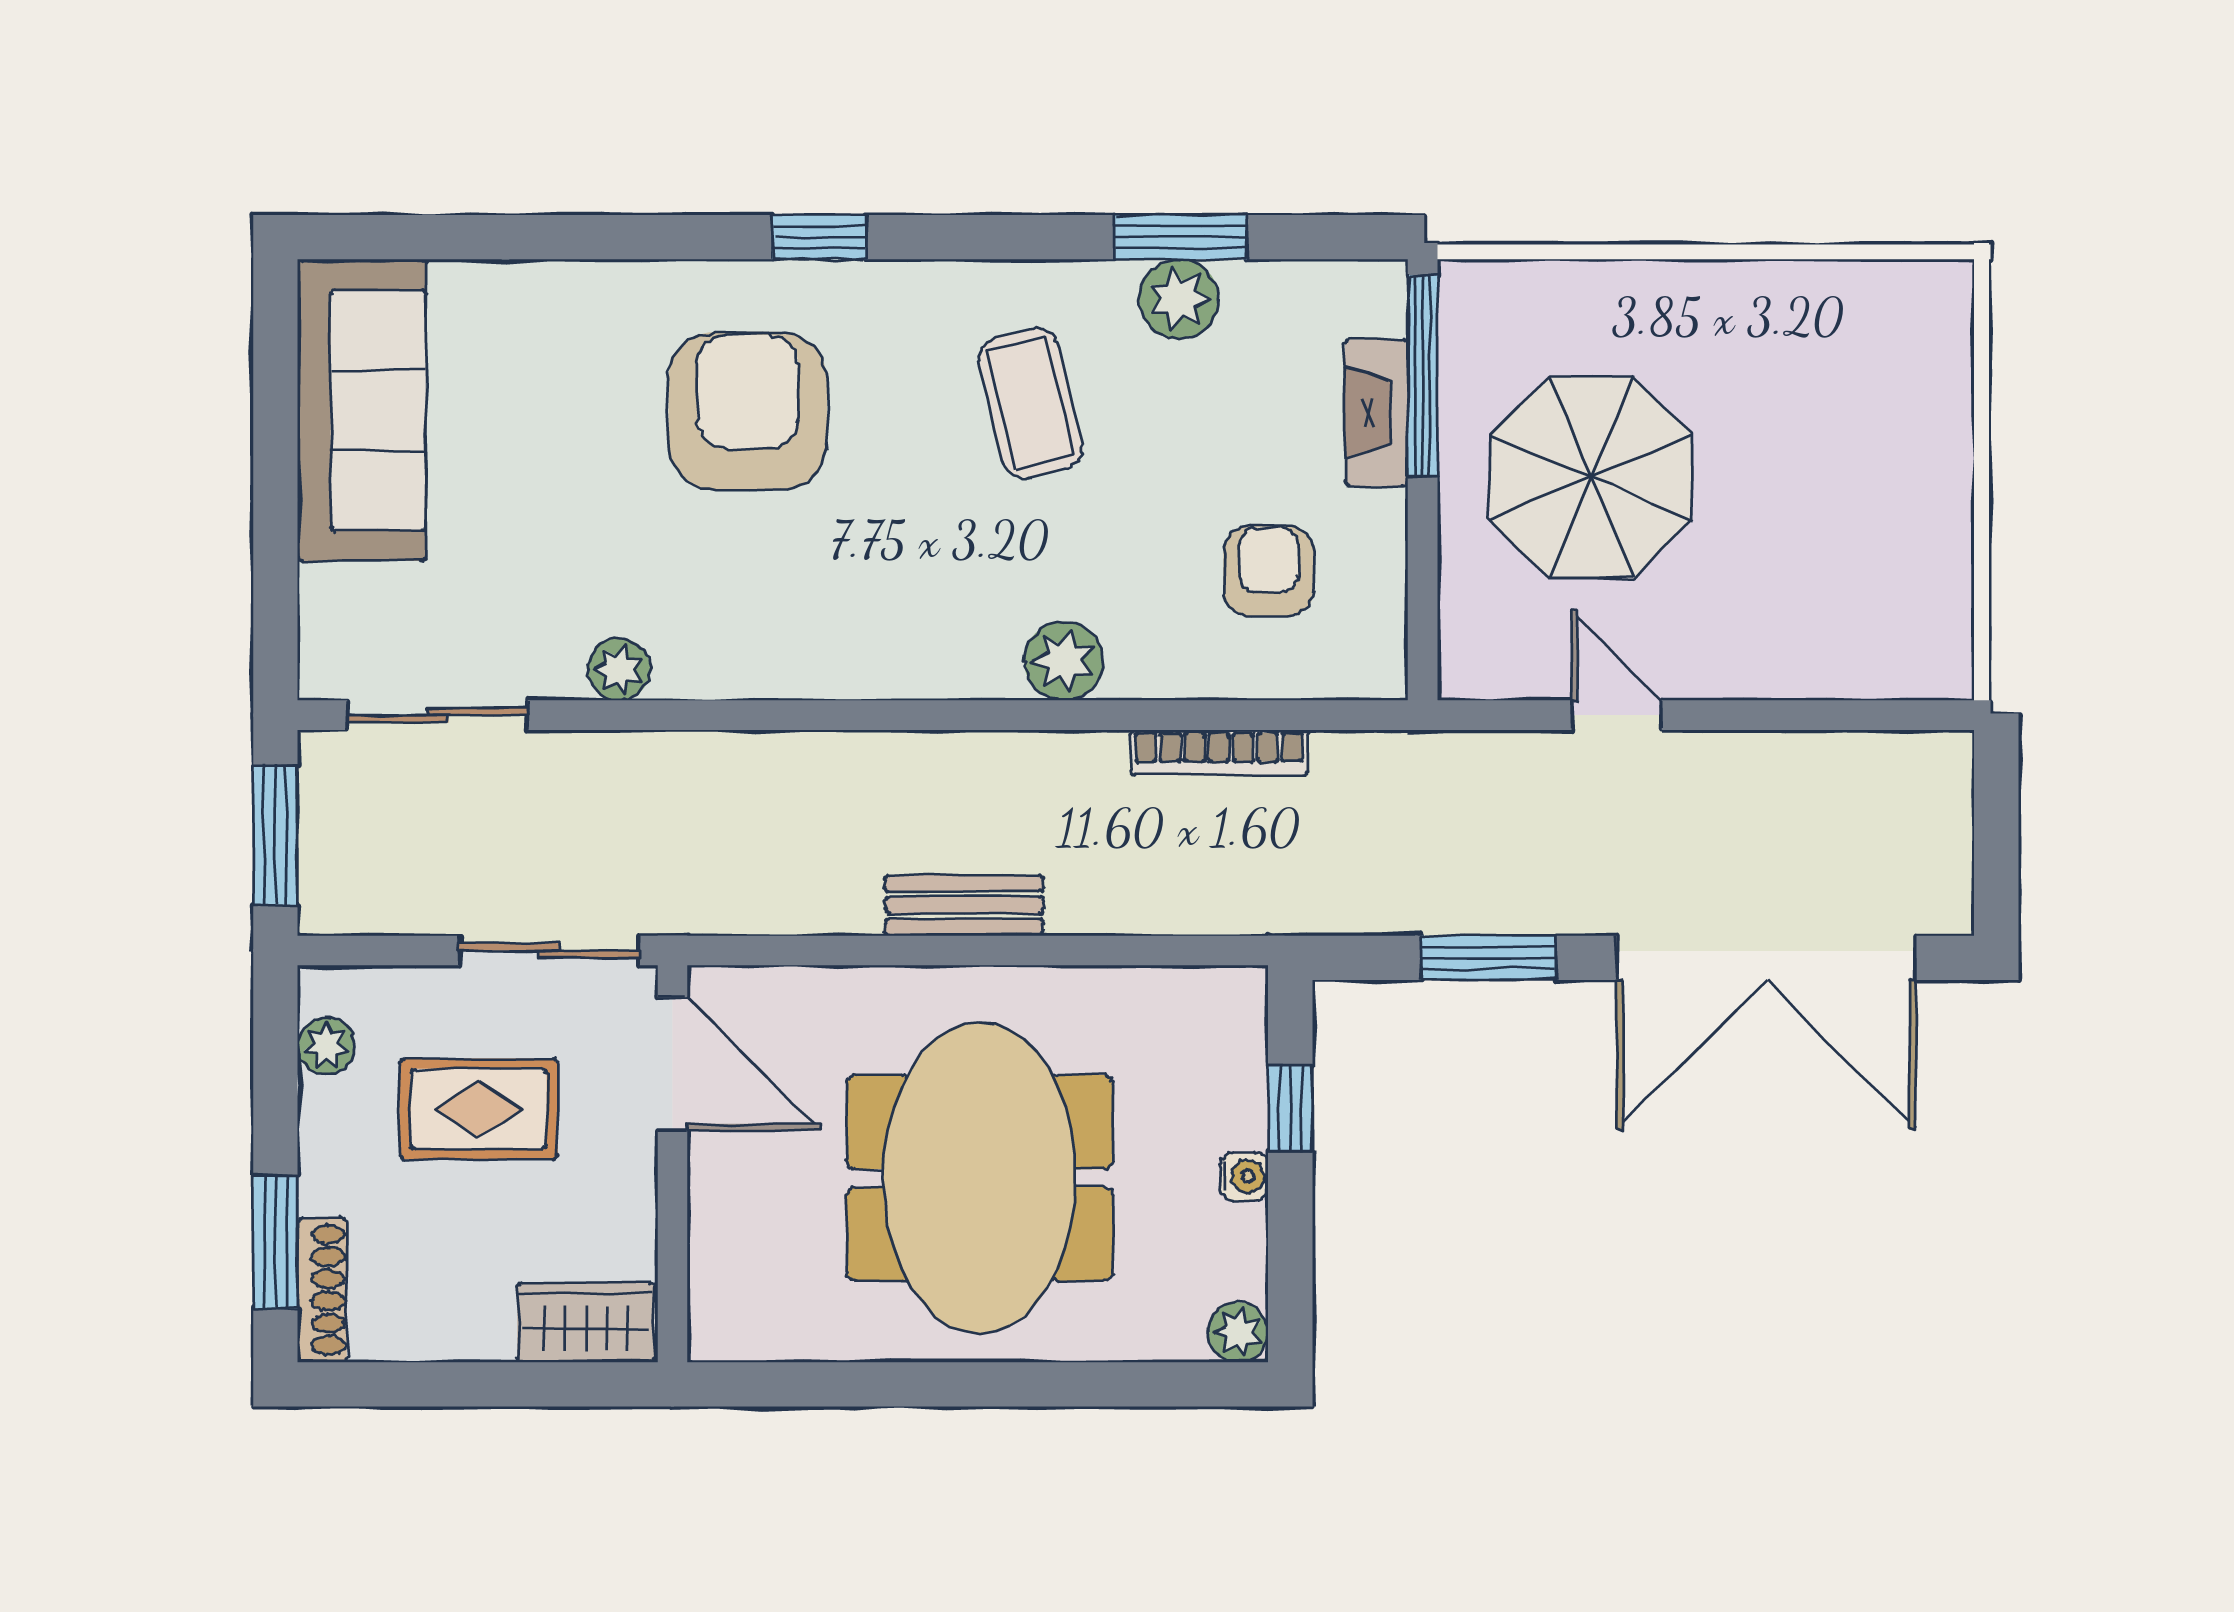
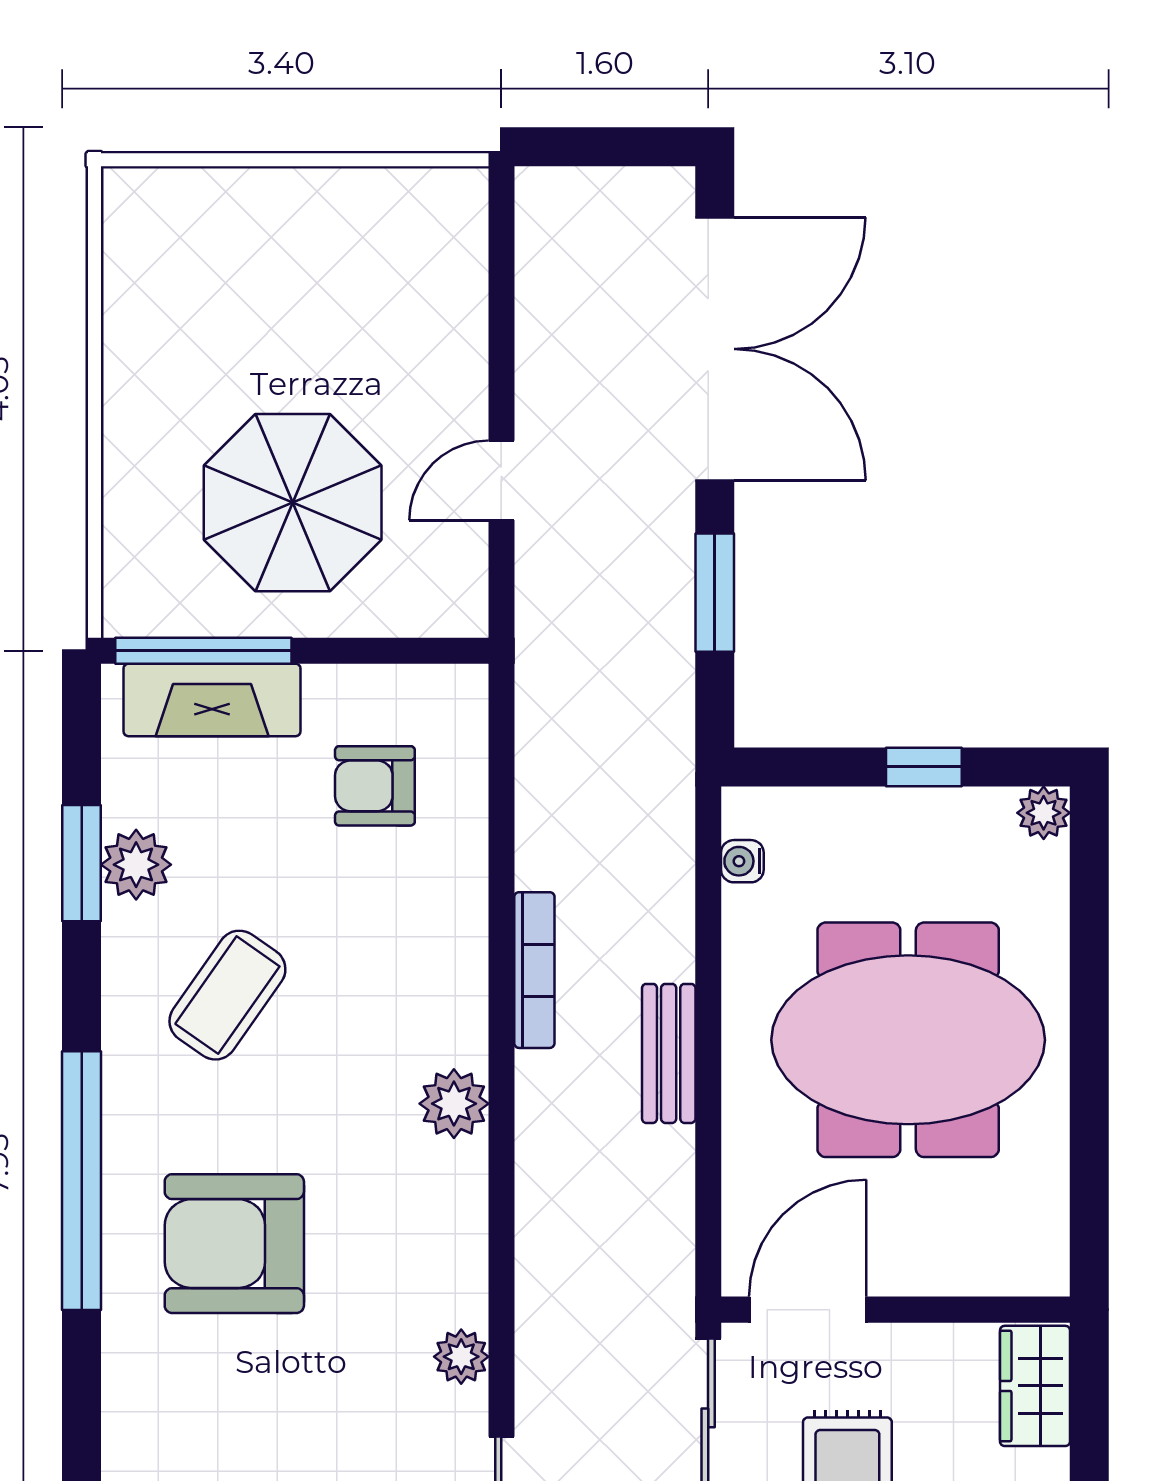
window: (819, 237) -> (82, 1181), width x3.17
coffee table: (1031, 403) -> (227, 995), turned -41
fireplace: (1377, 413) -> (212, 700), width x1.37, depth x1.32
plant: (1064, 661) -> (454, 1104), moved
bookcase: (1219, 753) -> (534, 970), moved
window: (1290, 1108) -> (924, 767), moved
water cooler: (1244, 1176) -> (742, 861), moved, turned -90

